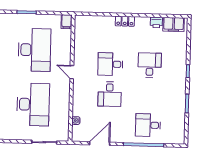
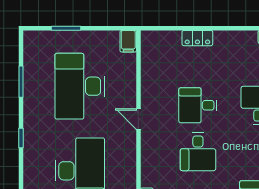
locker: (125, 21) -> (197, 38), moved
desk: (34, 50) -> (80, 86), turned 180

